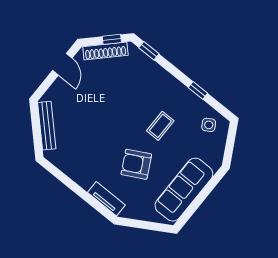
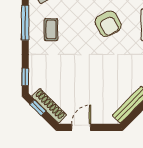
window: (198, 90) -> (25, 23), width x2.17
coffee table: (160, 126) -> (51, 30), moved, turned 90

